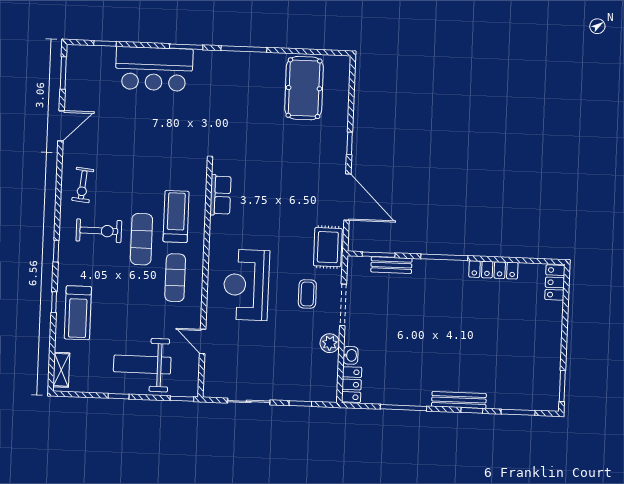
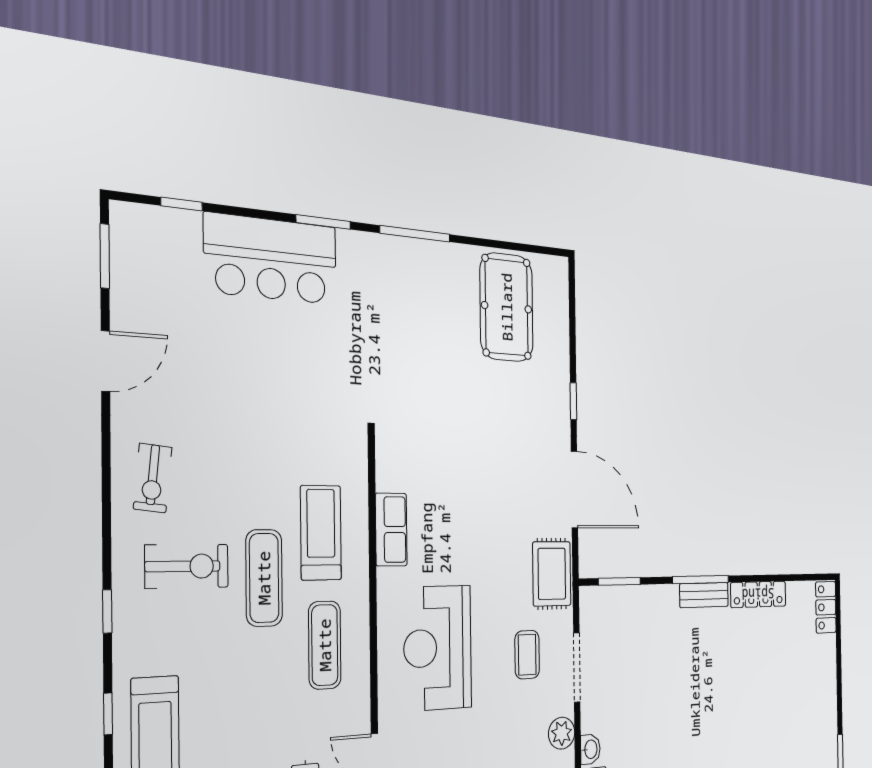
row of seats: (220, 195) -> (391, 530), moved
bench: (391, 265) -> (704, 595), moved

